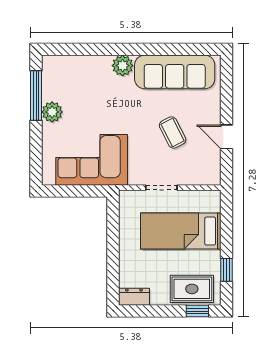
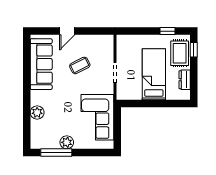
plant: (123, 66) -> (37, 113), moved
door: (227, 137) -> (67, 31), moved
bed: (181, 231) -> (154, 74), moved, turned 180
dresser: (134, 297) -> (185, 80), moved

